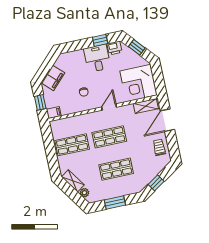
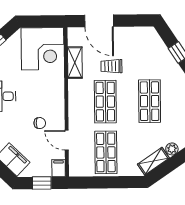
shelving: (146, 106) -> (75, 63), moved
door: (109, 107) -> (67, 140), moved
trolley: (159, 147) -> (111, 66), moved

